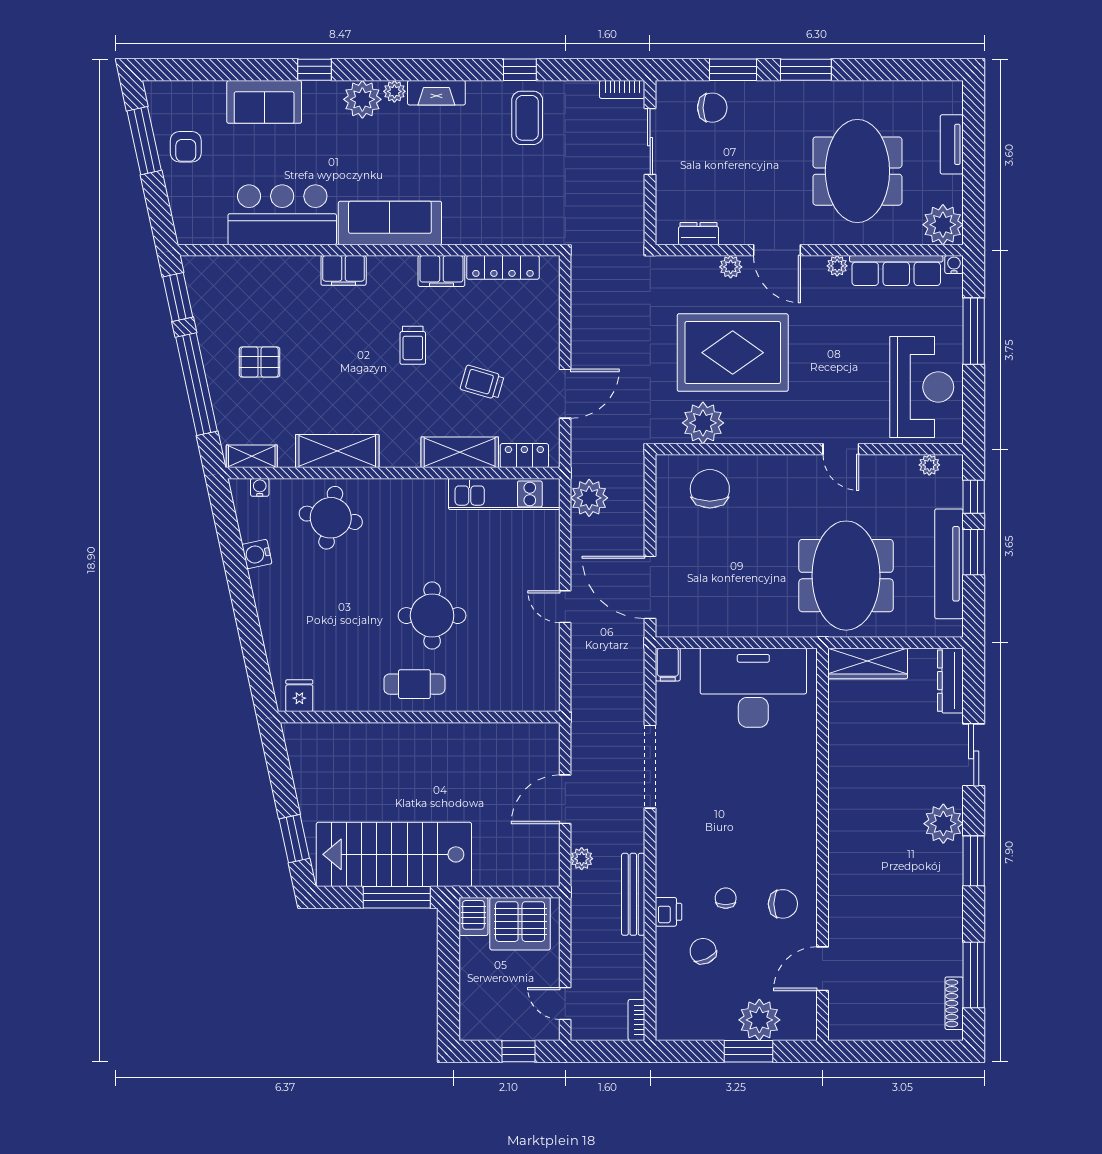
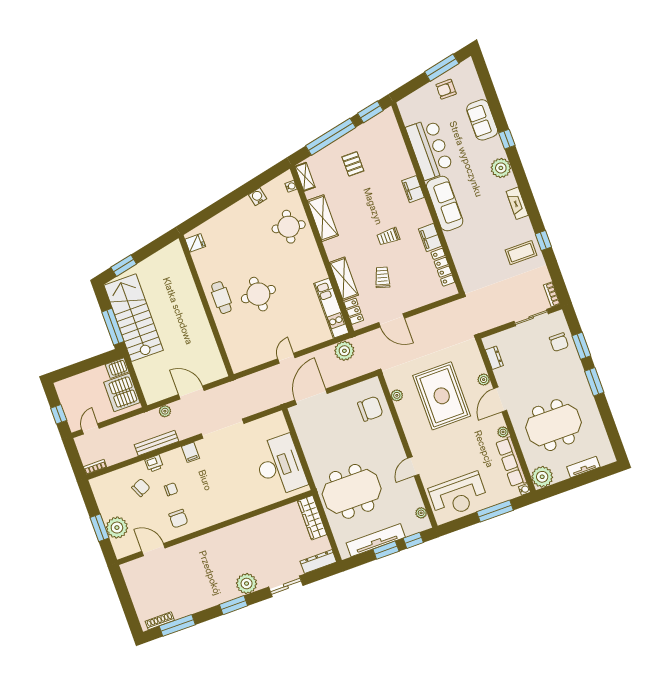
plant: (394, 91) -> (510, 182), removed
plant: (703, 423) -> (397, 395), width x0.53, depth x0.53
filing cabinet: (668, 665) -> (190, 452), moved, turned -90

